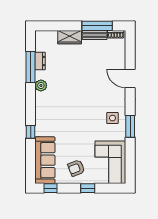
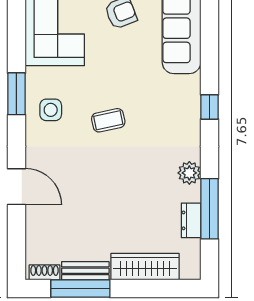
wardrobe: (70, 37) -> (145, 267), width x1.50
coffee table: (83, 113) -> (108, 120), added
window: (31, 132) -> (209, 107), moved

